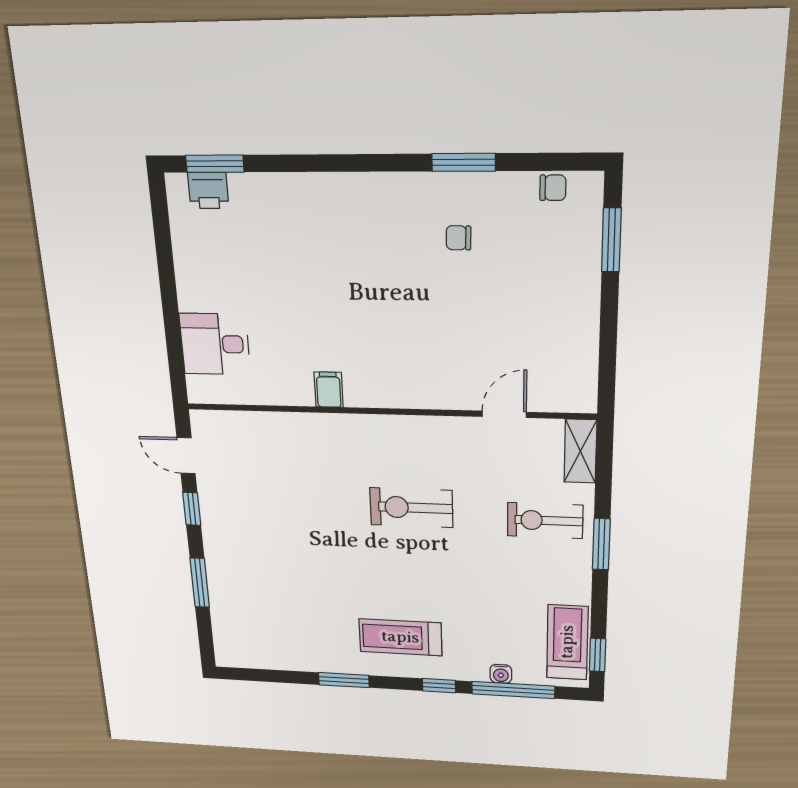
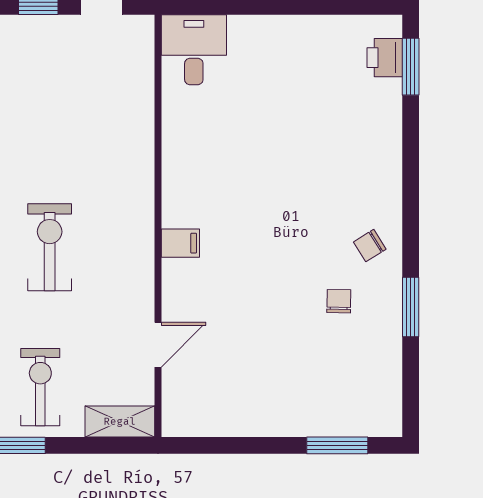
chair: (553, 188) -> (370, 246), moved, turned 58
desk: (215, 344) -> (194, 50), moved
filing cabinet: (329, 390) -> (180, 243), moved
door: (504, 414) -> (158, 345), hinge flipped

